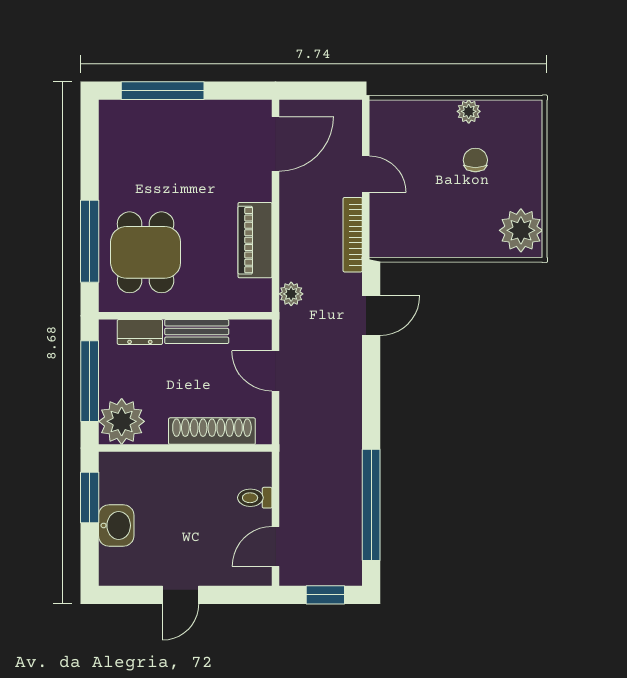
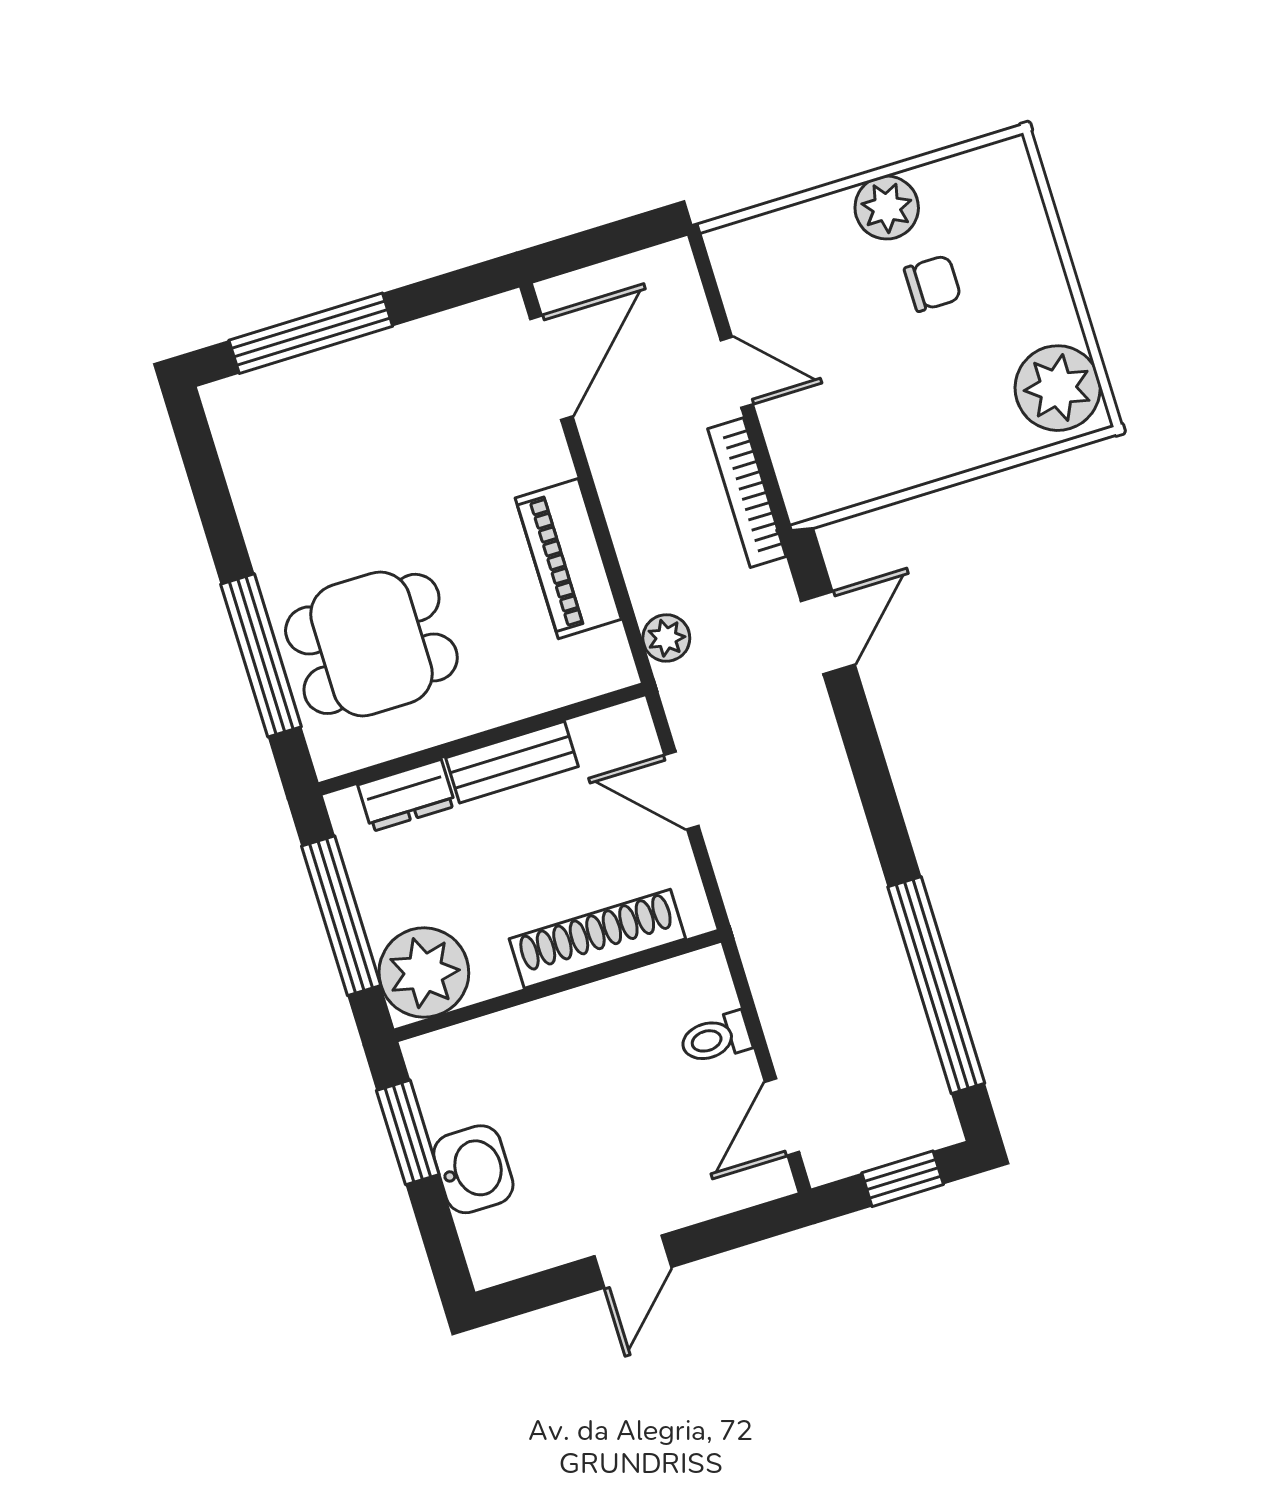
plant: (469, 111) -> (887, 208), width x1.38, depth x1.38
chair: (475, 160) -> (933, 283), turned 90
dining table: (146, 252) -> (371, 644), turned 90

